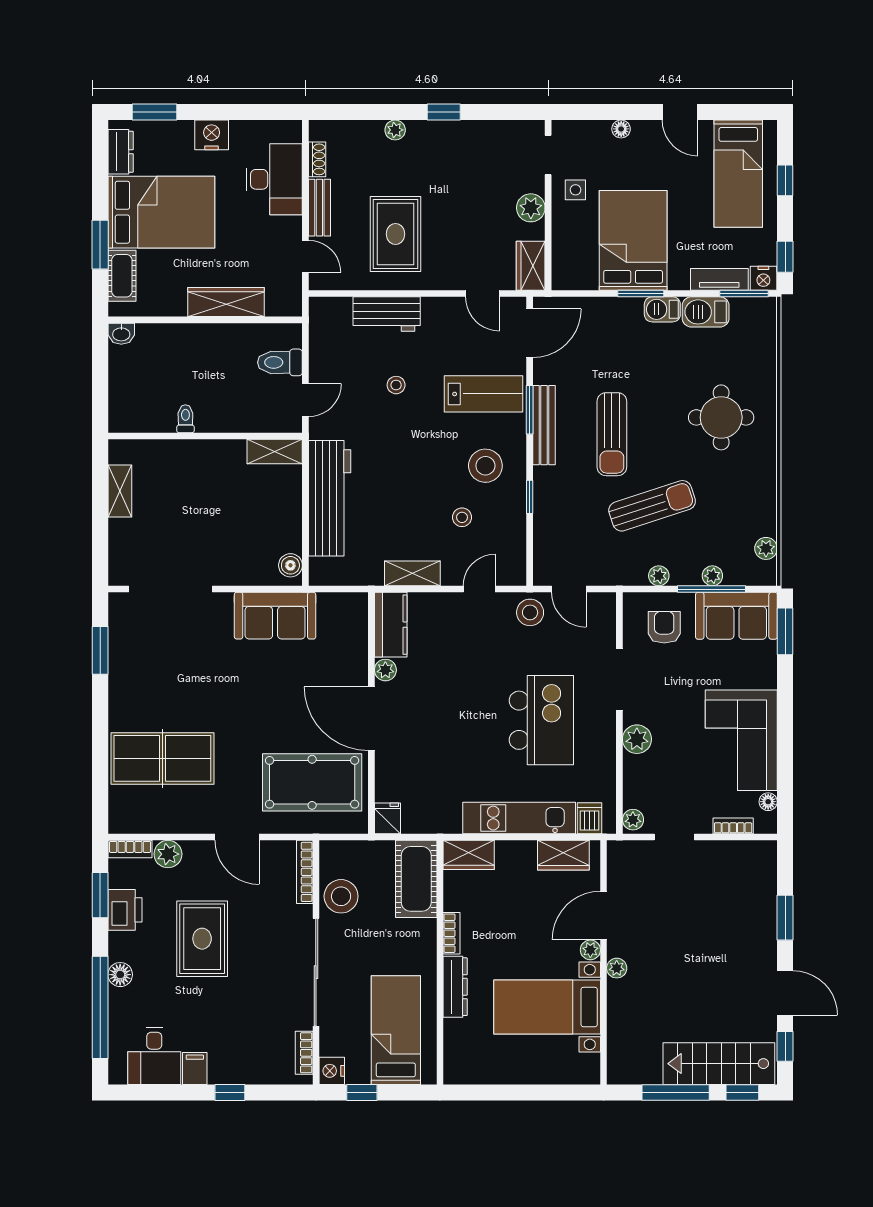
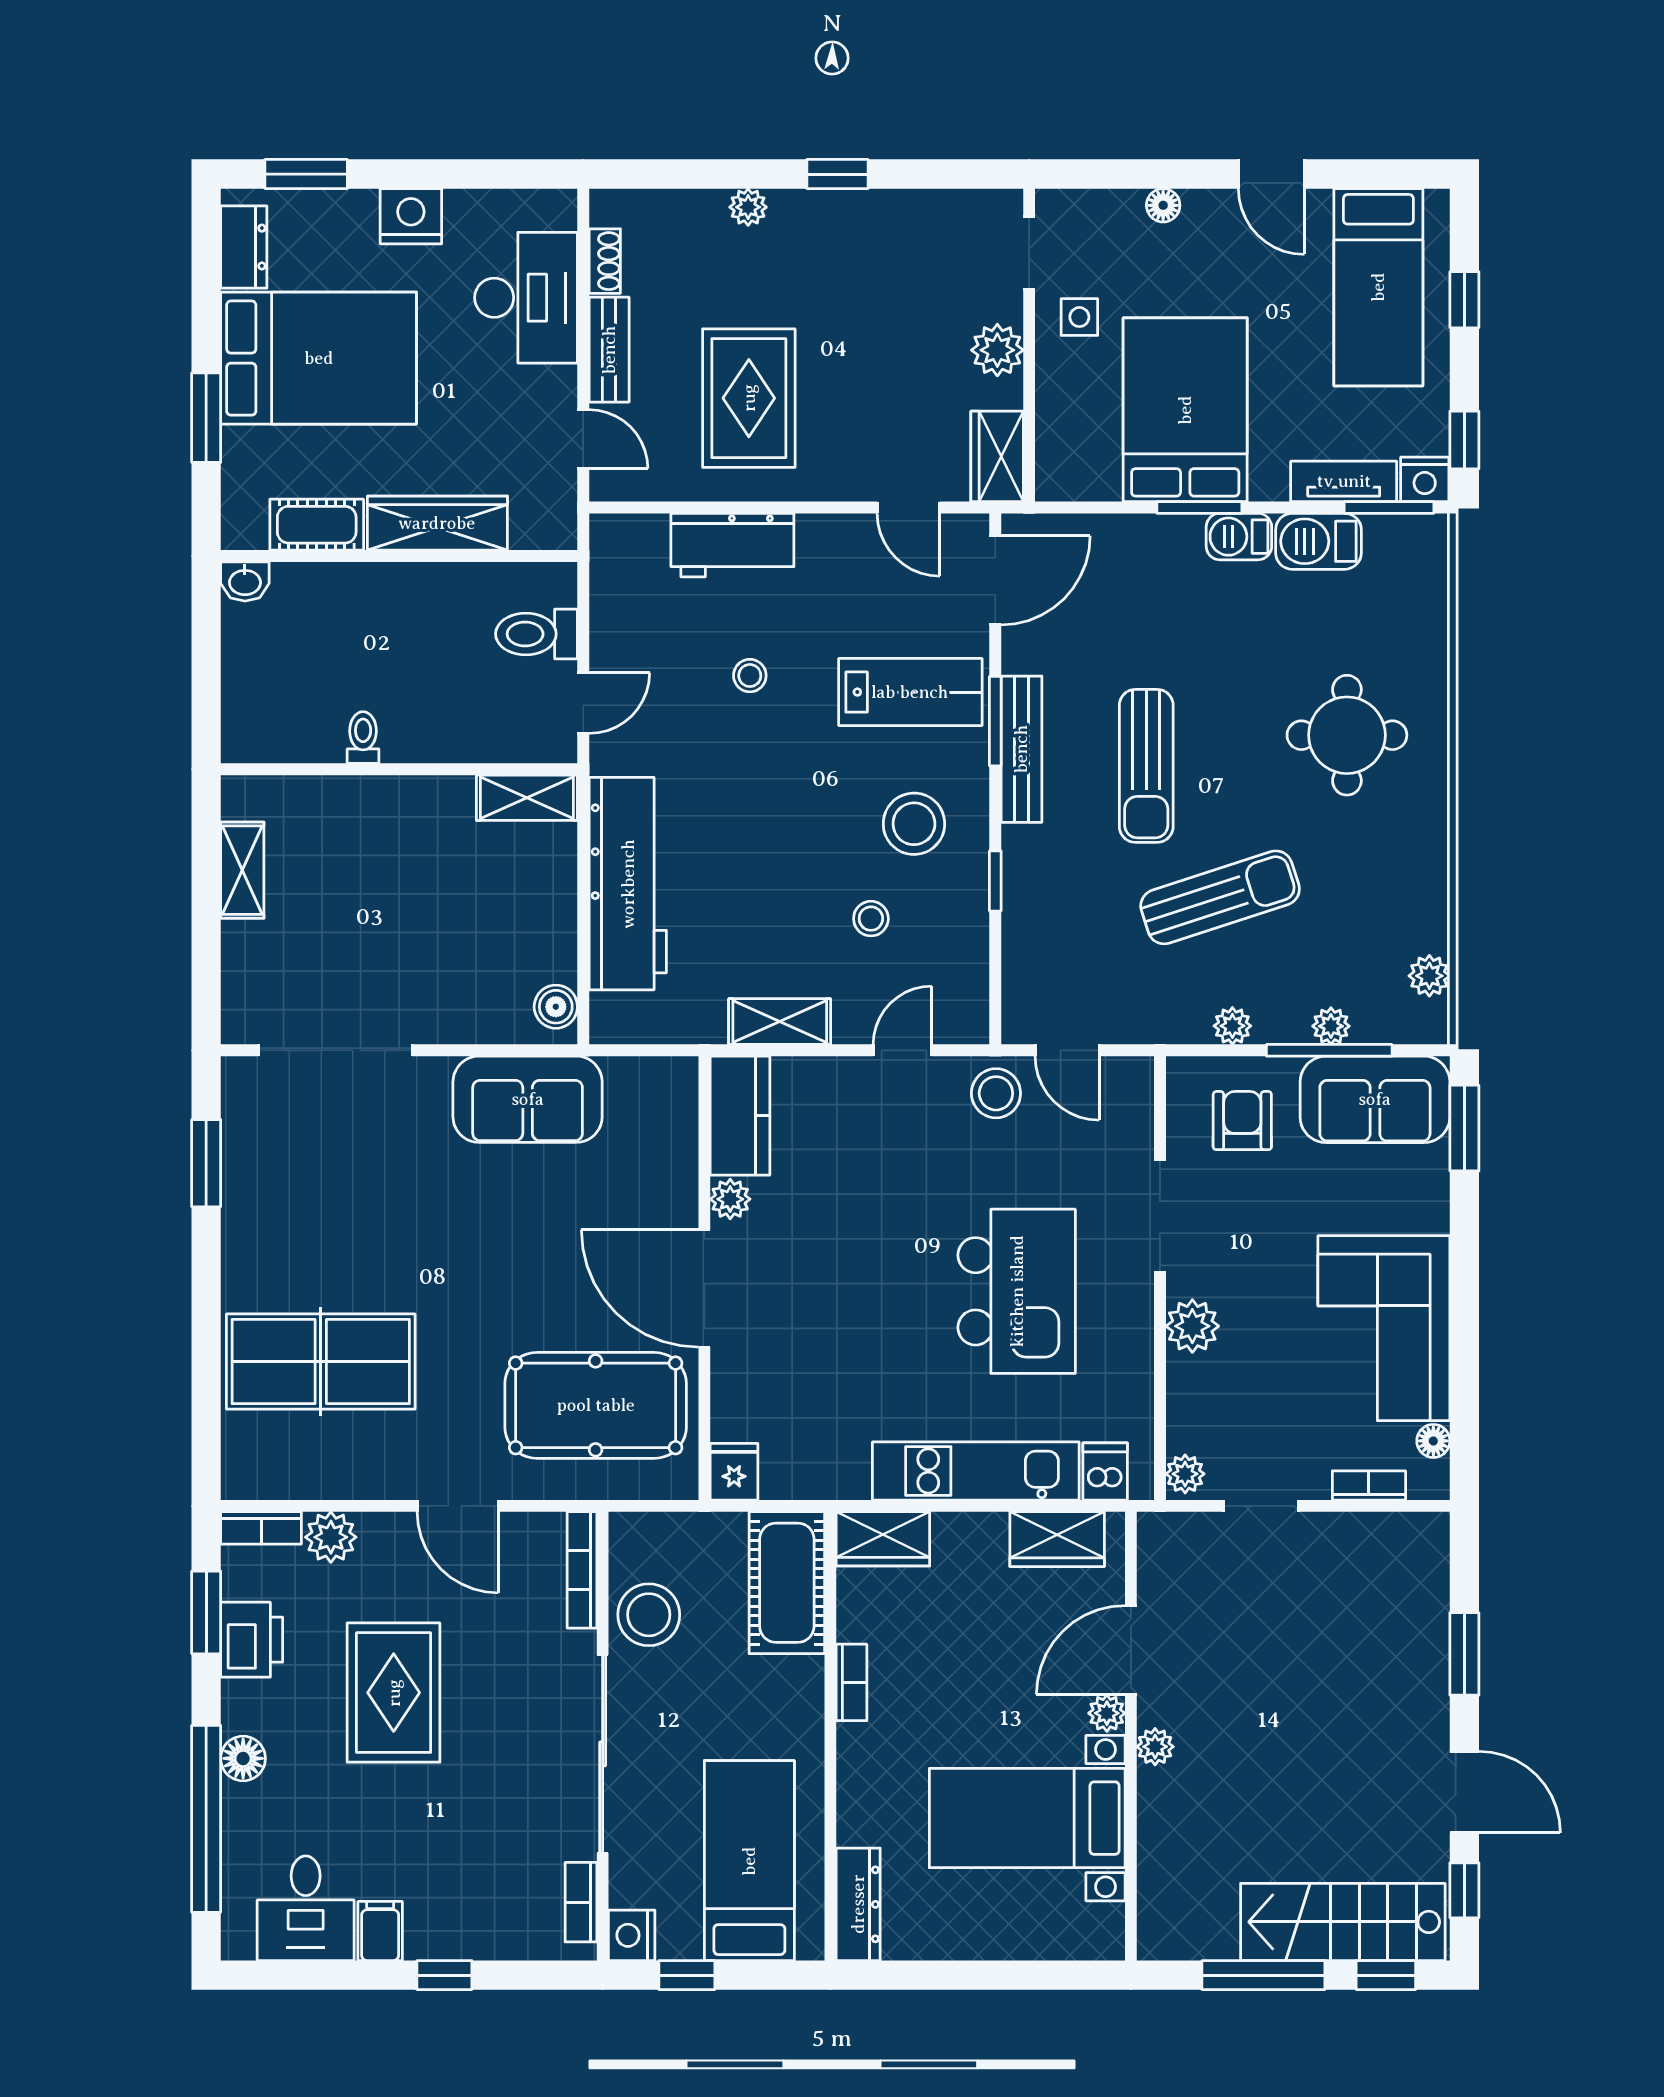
cot: (122, 276) -> (317, 525), moved, turned 90
dresser: (455, 987) -> (858, 1904), moved

